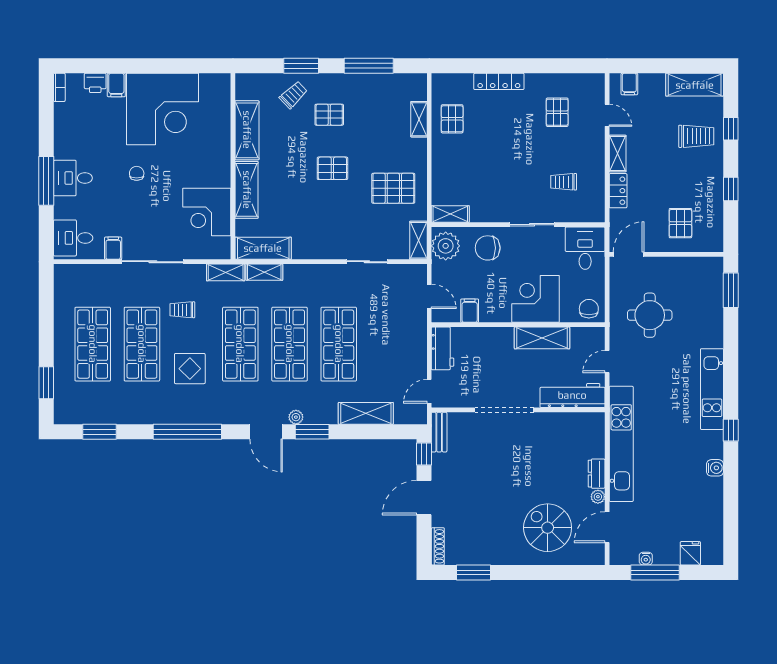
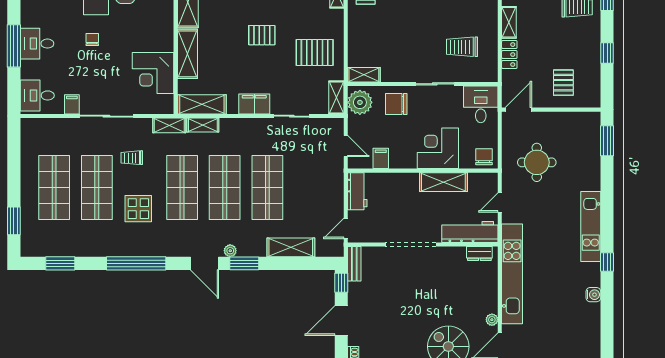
trolley: (564, 182) -> (462, 47), width x1.36, depth x1.39
filing cabinet: (324, 248) -> (254, 104), added
dresser: (597, 474) -> (479, 254), moved, turned -90

